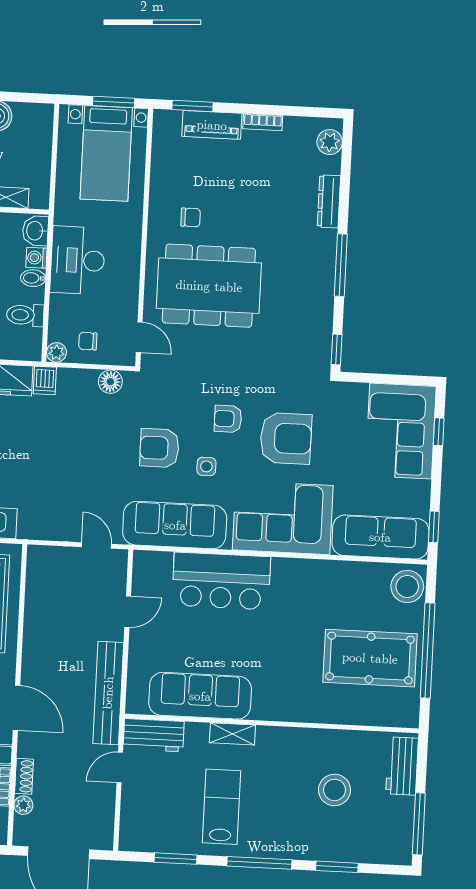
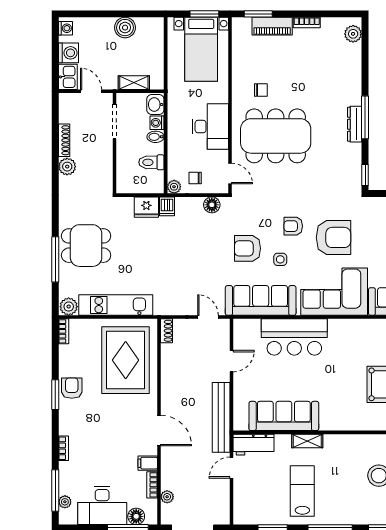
dresser: (329, 201) -> (355, 124), moved
desk: (78, 260) -> (210, 127), moved, turned 180
shoe rack: (24, 776) -> (167, 331), moved

